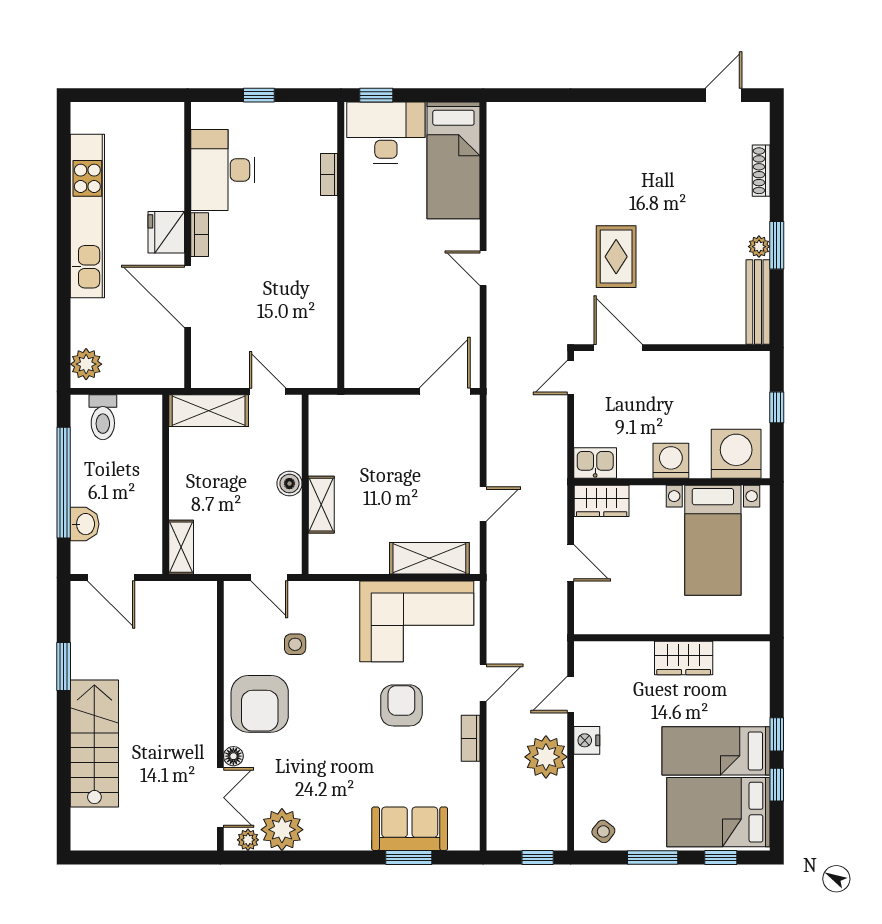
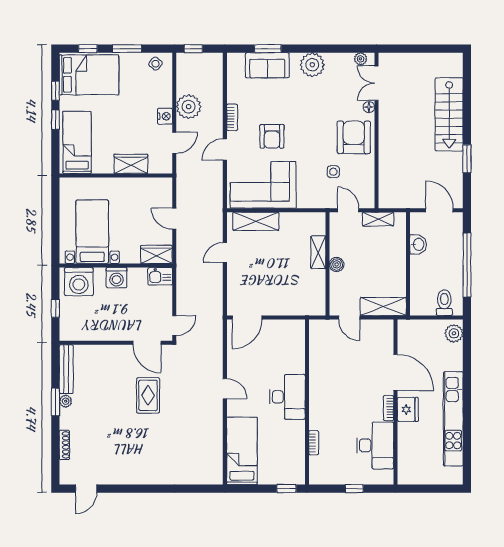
desk: (386, 133) -> (287, 397), moved, turned -90
washbasin: (85, 524) -> (418, 244), moved, turned 180
shelving: (181, 547) -> (378, 219), moved, turned 90
wardrobe: (684, 658) -> (131, 164), moved
bed: (716, 751) -> (77, 142), moved, turned -90
plant: (282, 830) -> (312, 65), moved

